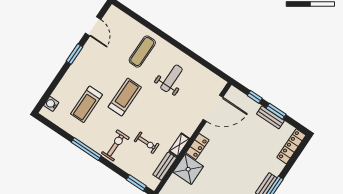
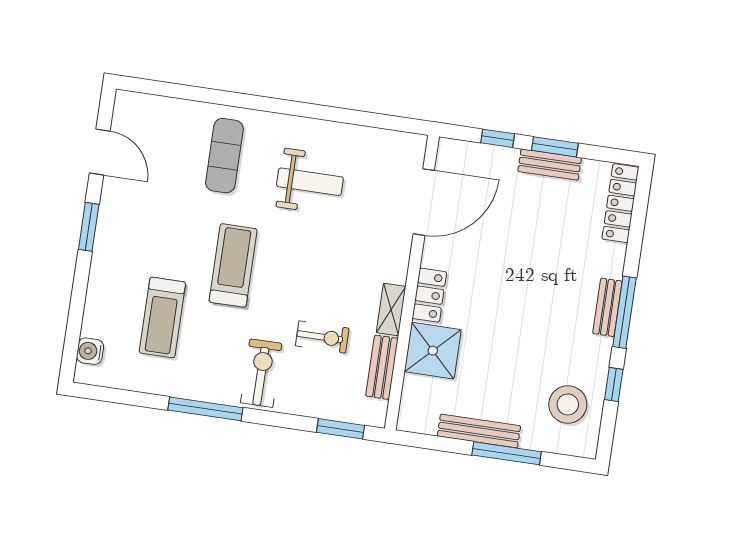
weight bench: (171, 78) -> (310, 182), turned 90

